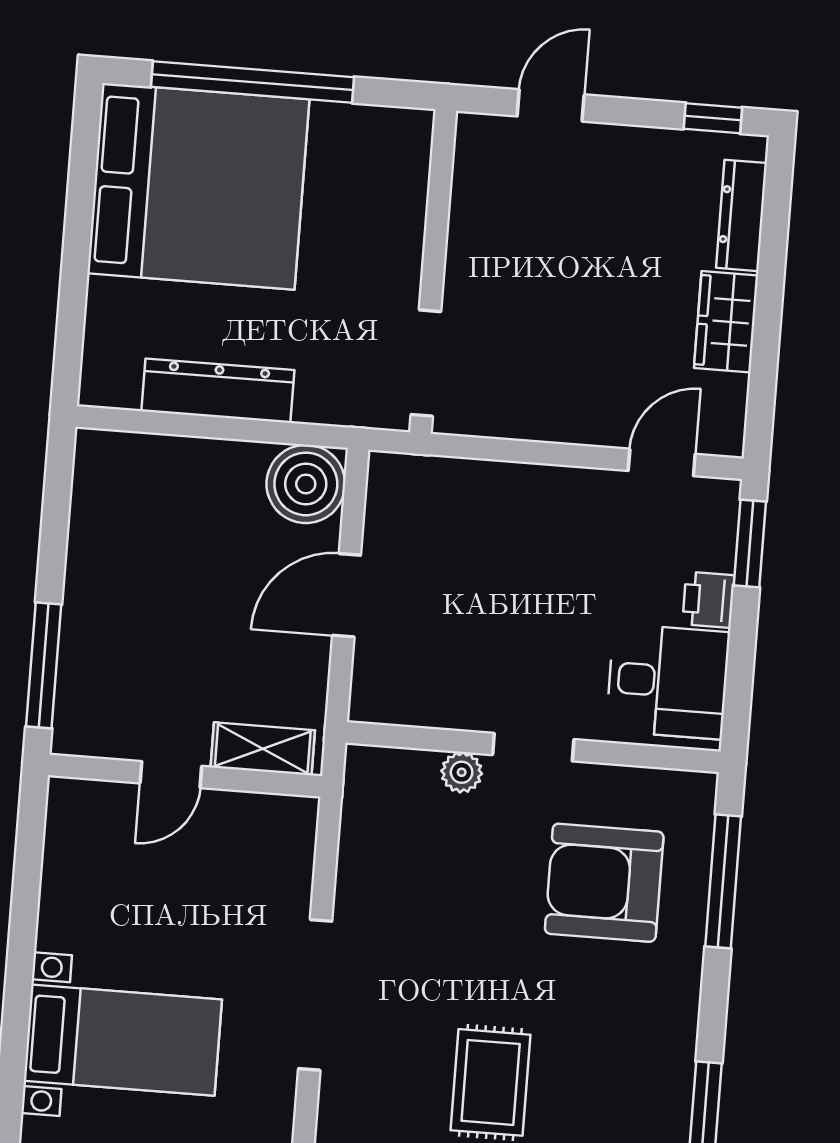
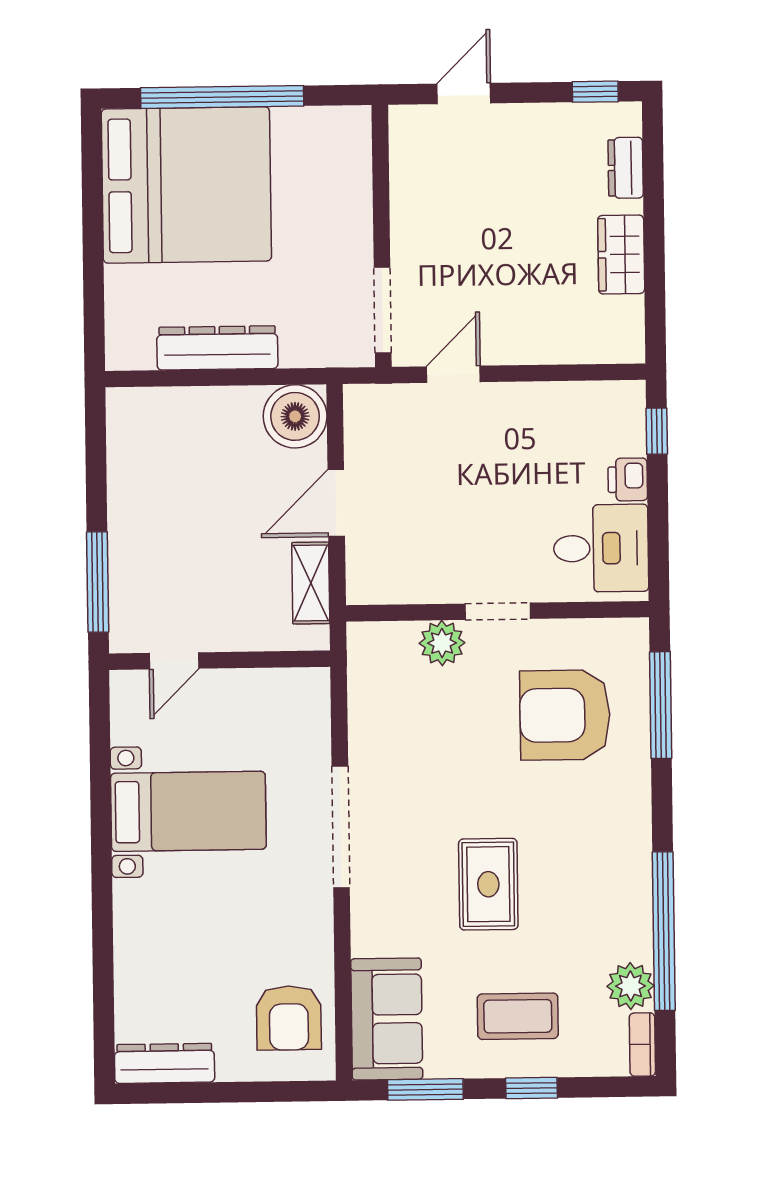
dresser: (742, 215) -> (626, 168), width x0.70
door: (662, 462) -> (453, 374), moved
window: (750, 543) -> (657, 431), width x0.67
shelving: (263, 749) -> (311, 583), moved, turned 90
plant: (462, 772) -> (442, 643), width x1.38, depth x1.38
door: (171, 775) -> (174, 661), moved
bed with nightstands: (123, 1040) -> (188, 811), moved

